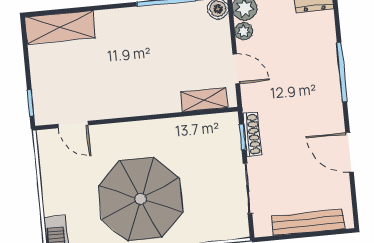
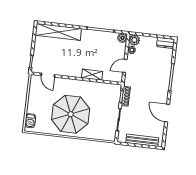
shelving: (60, 27) -> (58, 32), width x1.47
door: (236, 69) -> (125, 66), swing flipped
shelving: (204, 100) -> (92, 75), moved

